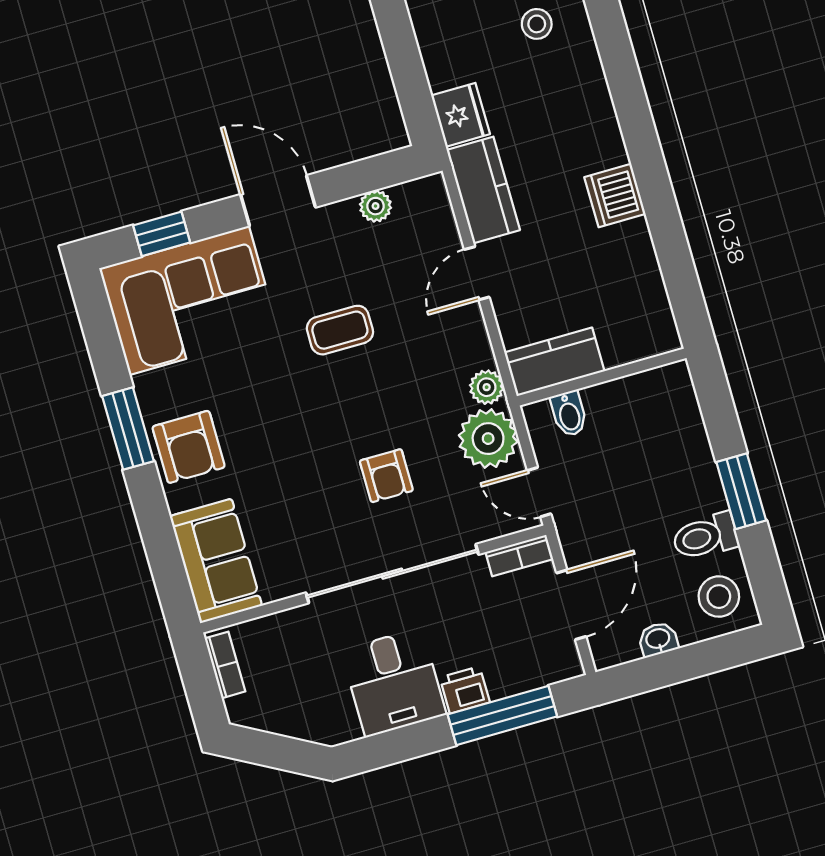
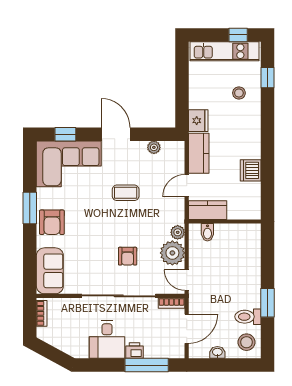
kitchen counter: (554, 362) -> (208, 210), moved
wall: (602, 377) -> (225, 222), moved
bidet: (569, 414) -> (207, 232), moved

